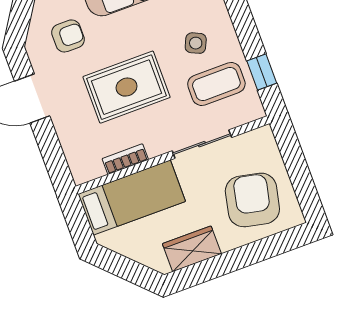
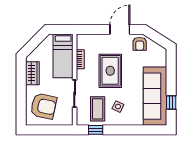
armchair: (68, 36) -> (140, 44), moved

